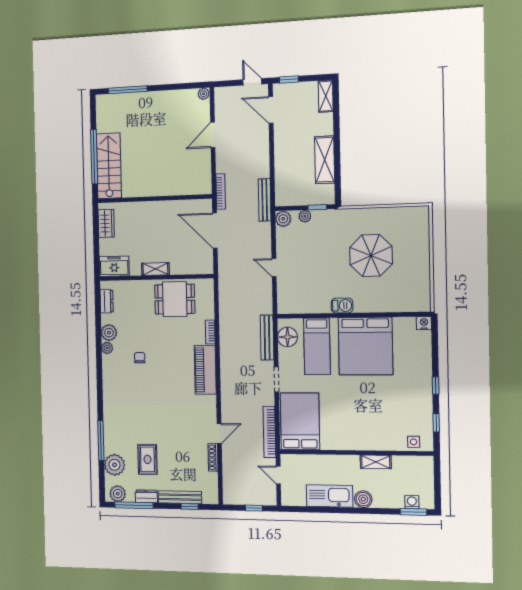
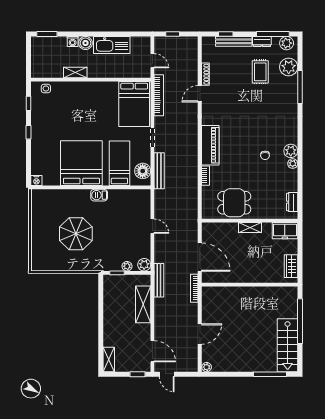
shelving: (325, 160) -> (143, 304), moved
stairs: (109, 166) -> (288, 345), moved
plant: (109, 333) -> (291, 151), moved
washing machine: (412, 502) -> (73, 42), moved

